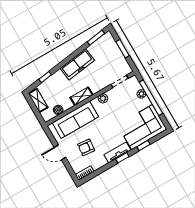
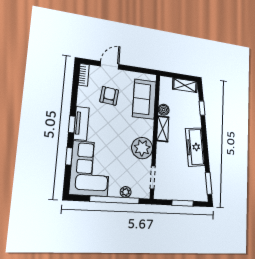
plant: (103, 98) -> (142, 148), width x1.88, depth x1.88
boiler: (58, 110) -> (164, 110), moved
sofa: (75, 120) -> (144, 99), width x0.73
door: (60, 152) -> (110, 65), moved

